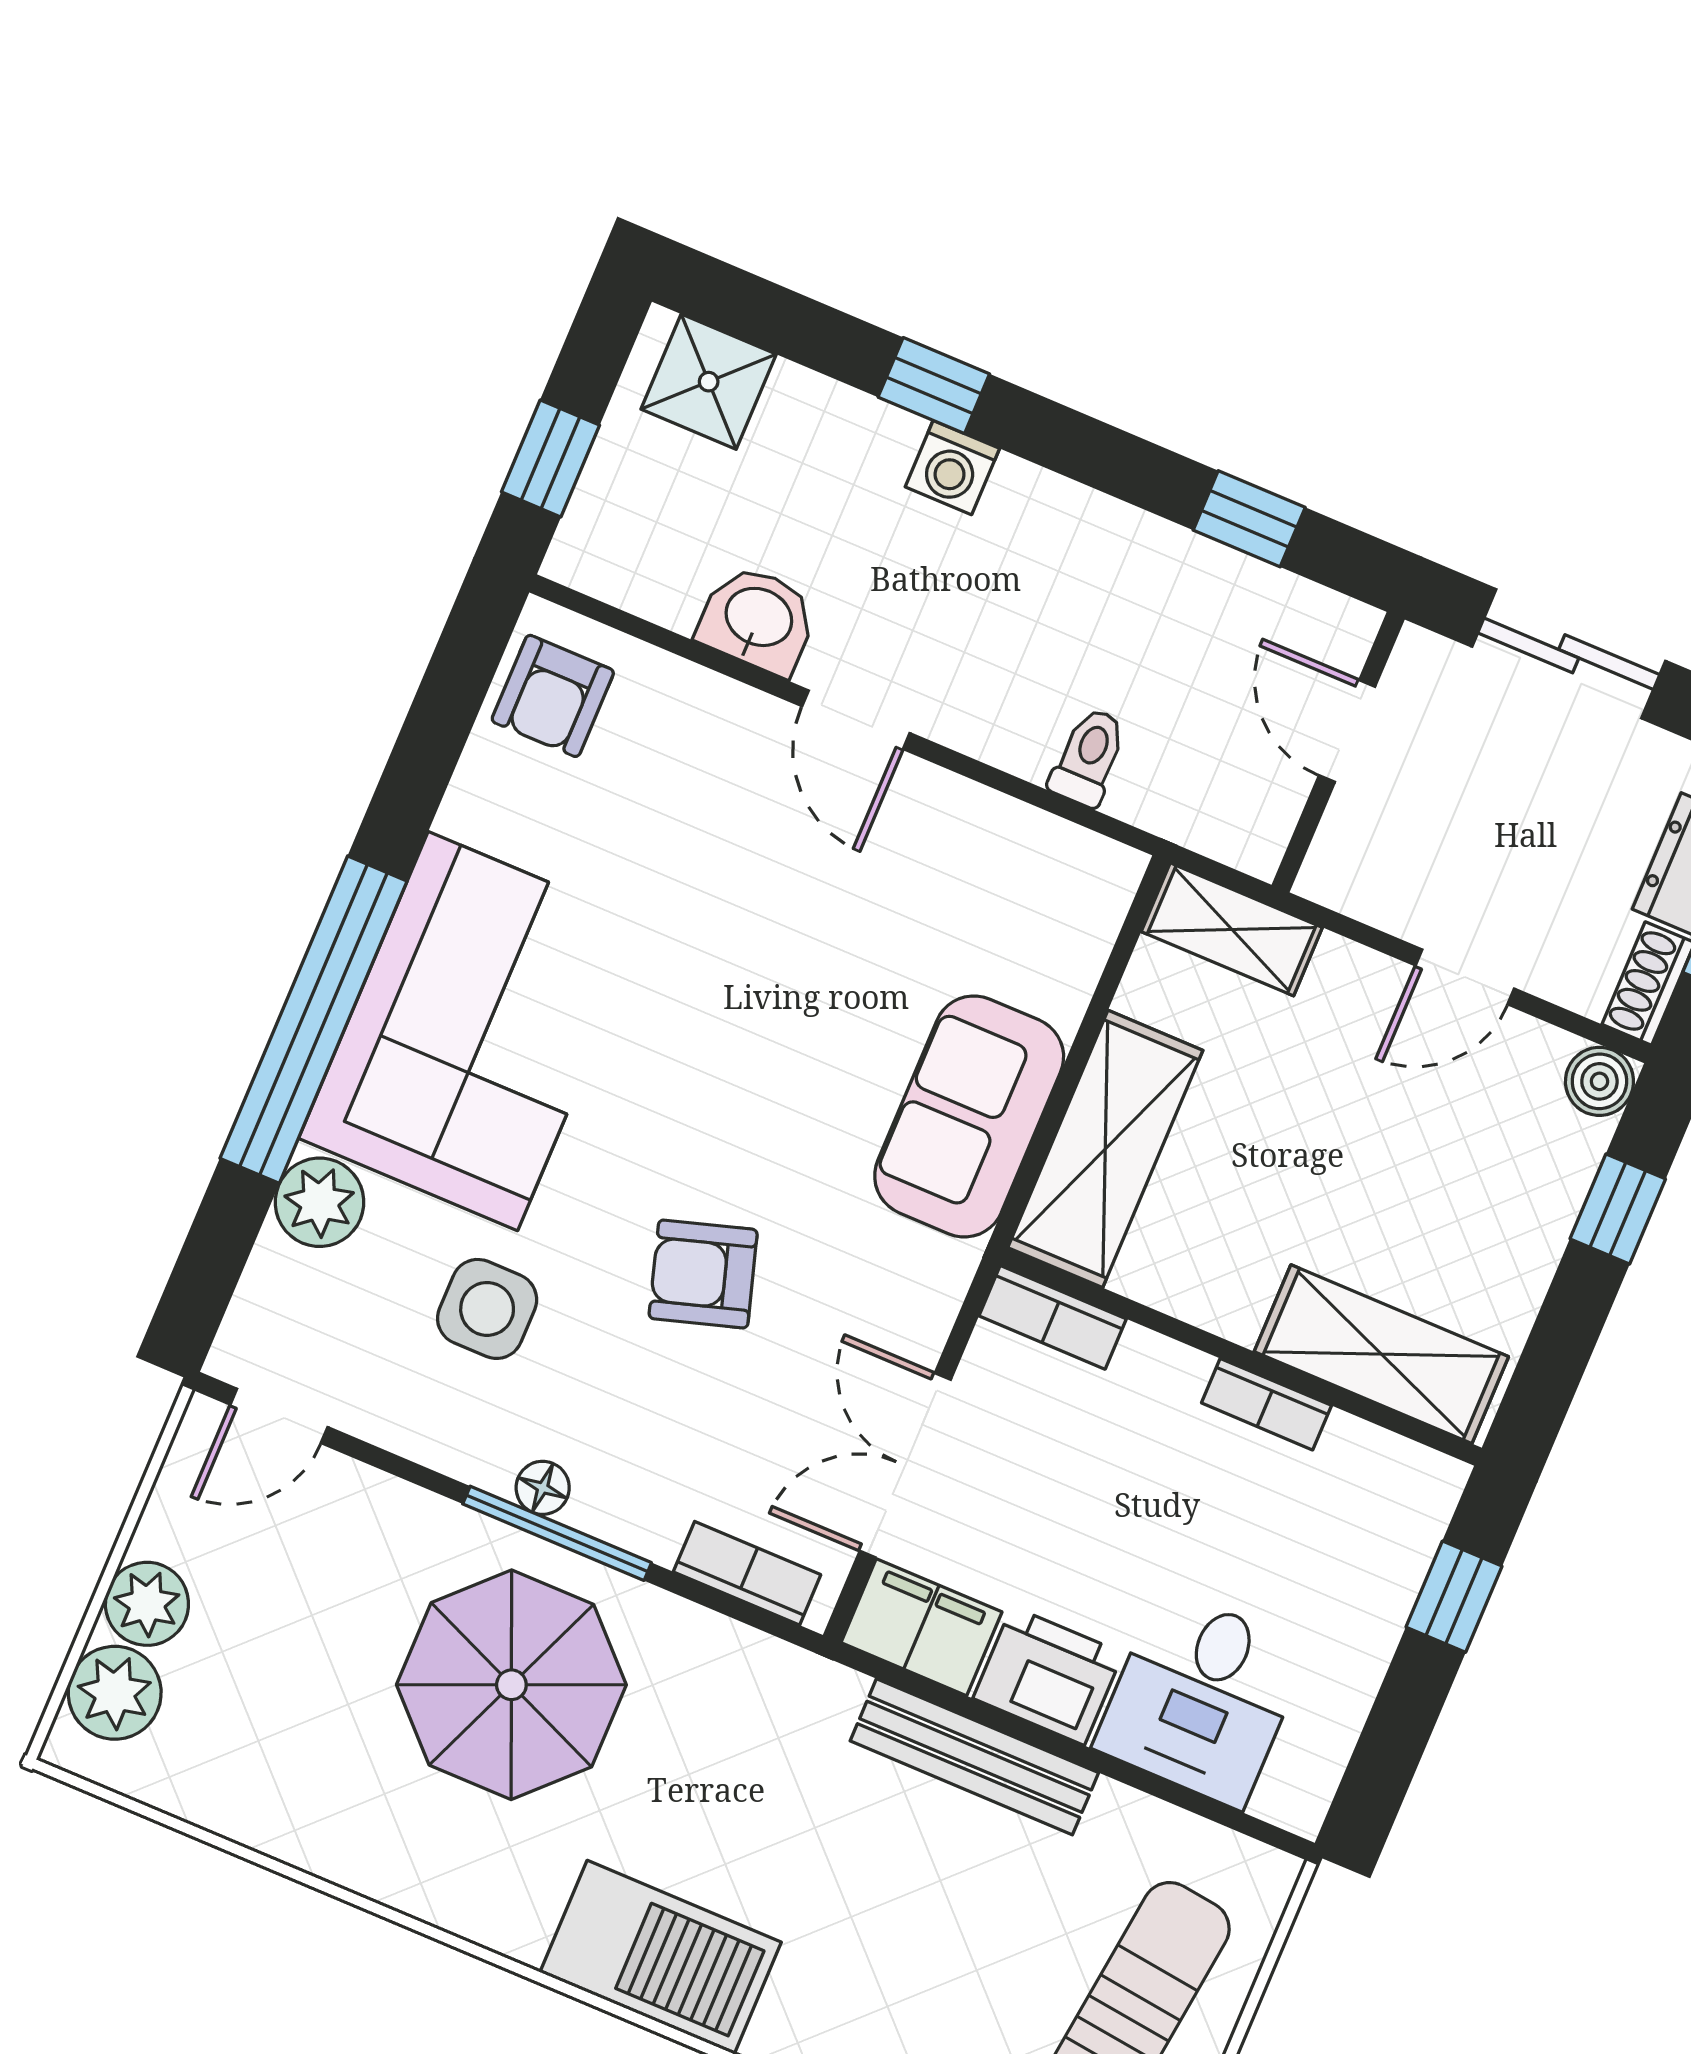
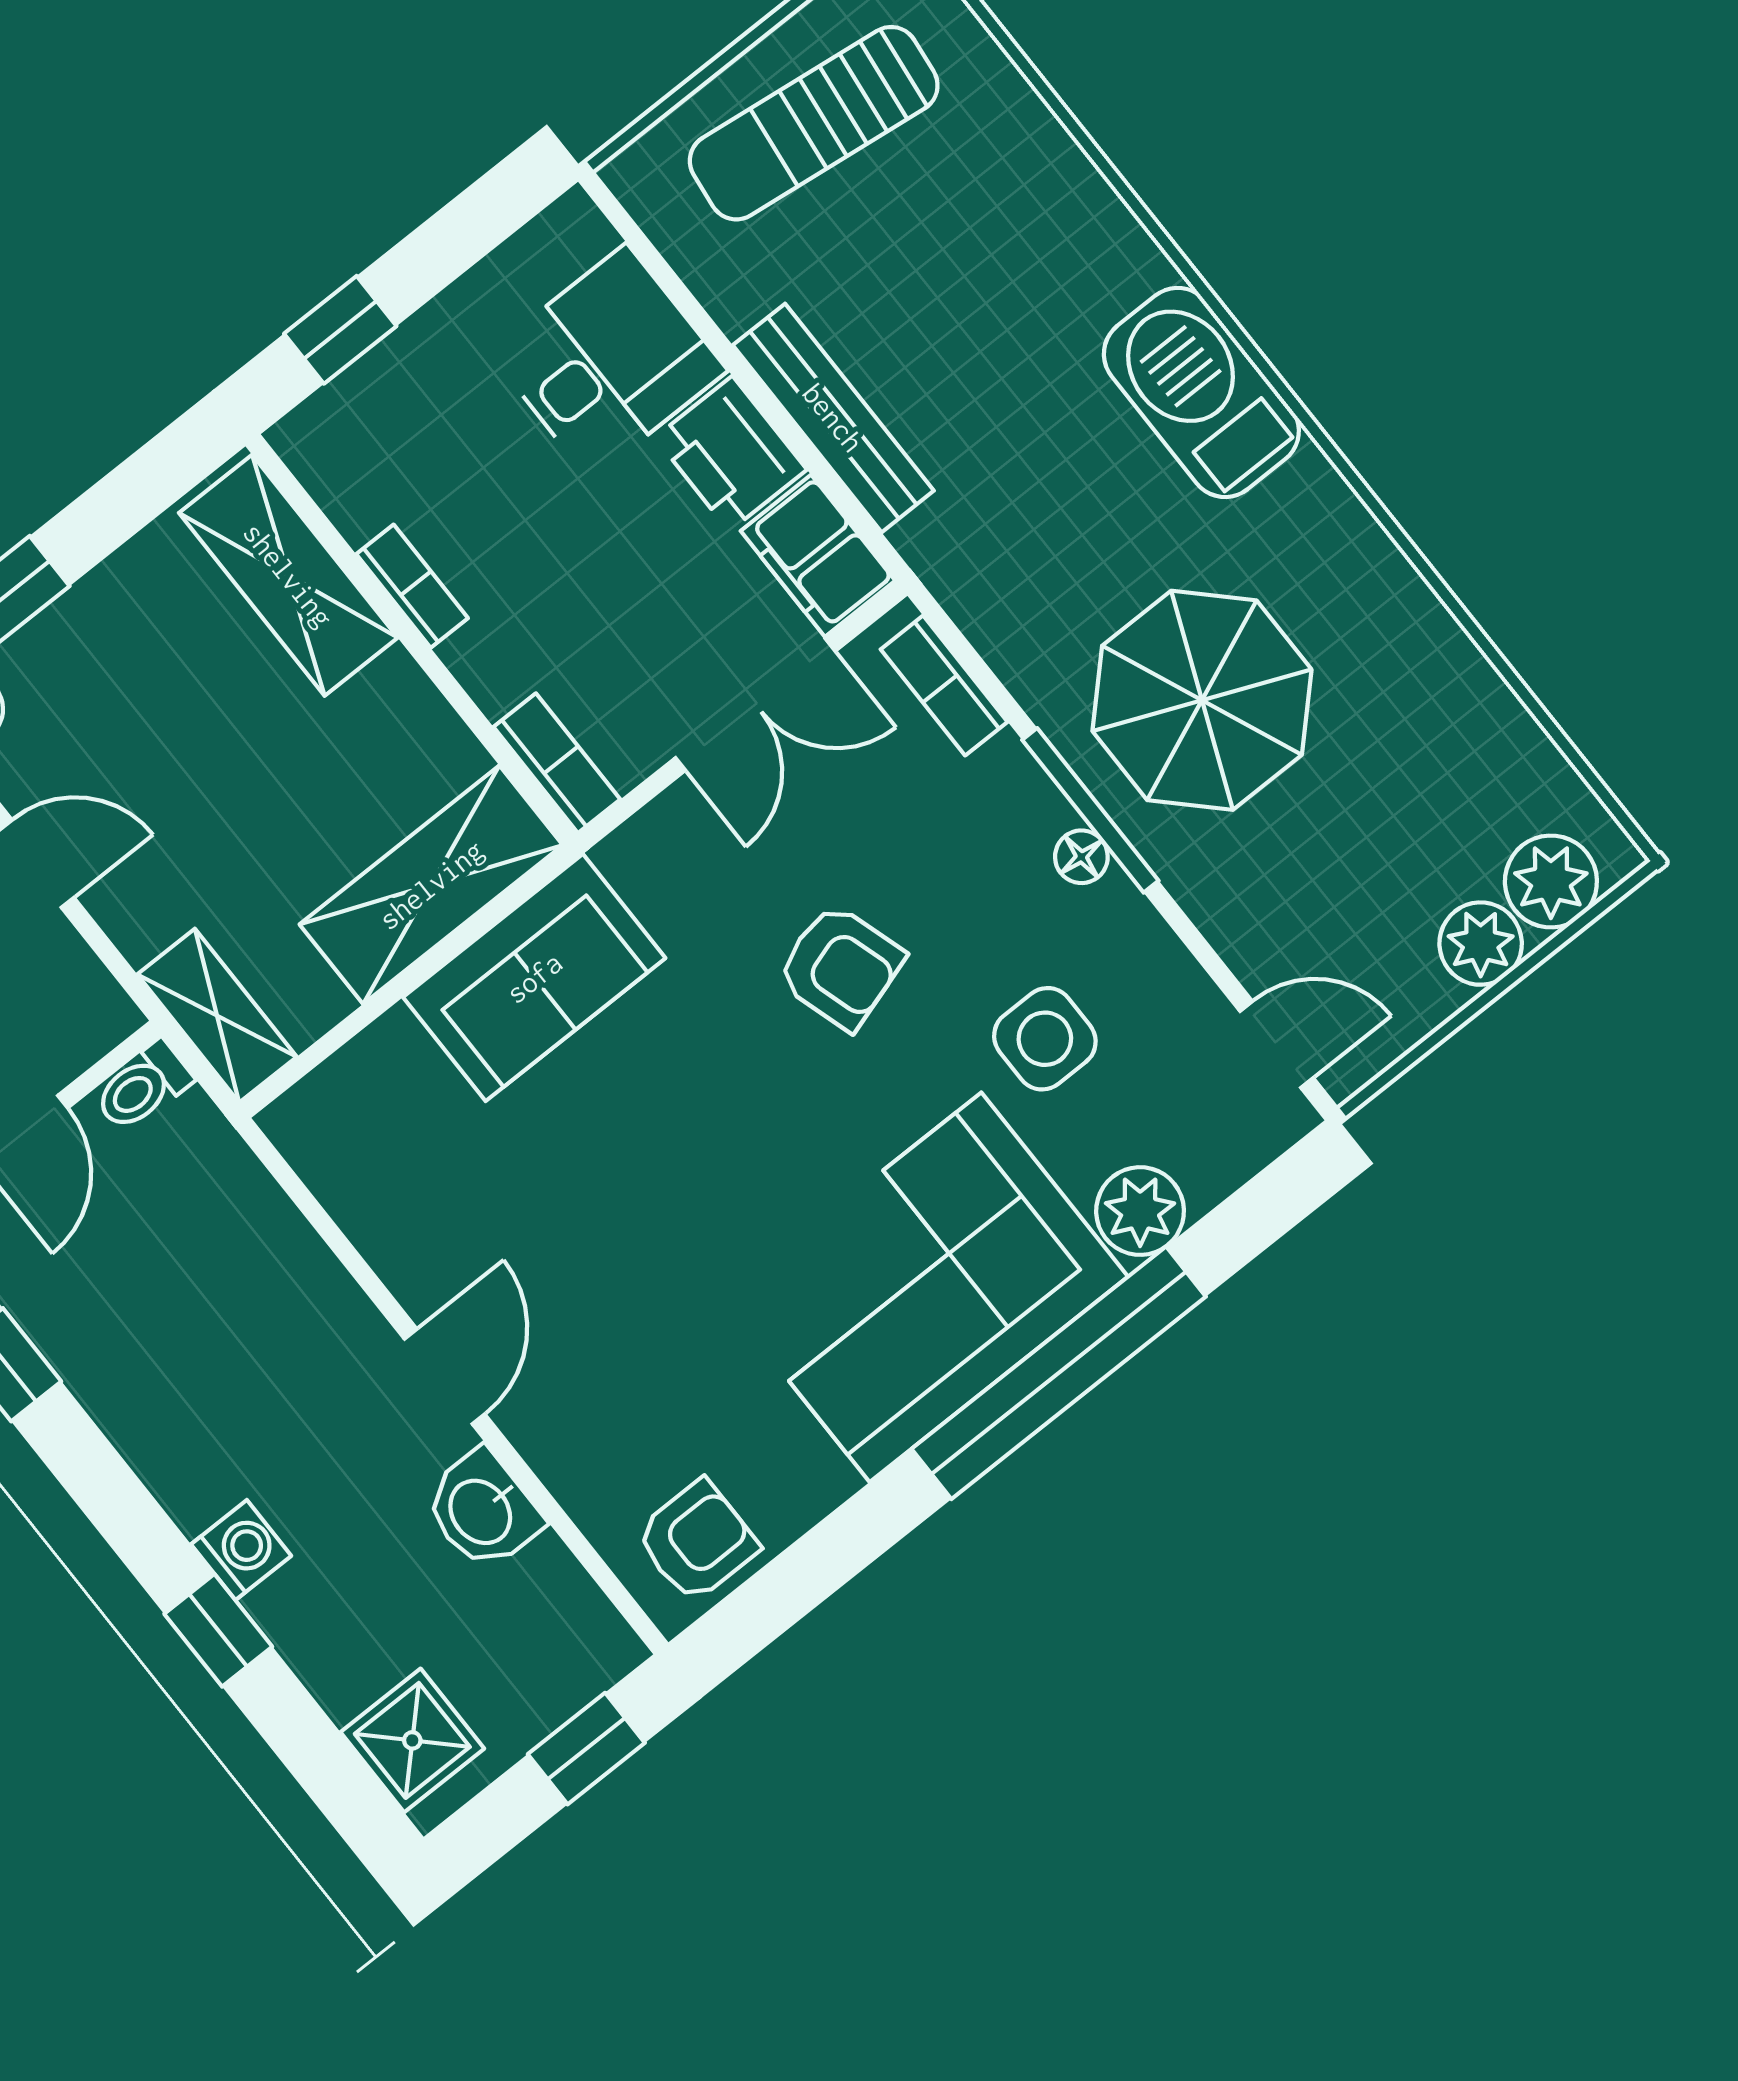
toilet: (1089, 757) -> (143, 1086), moved

